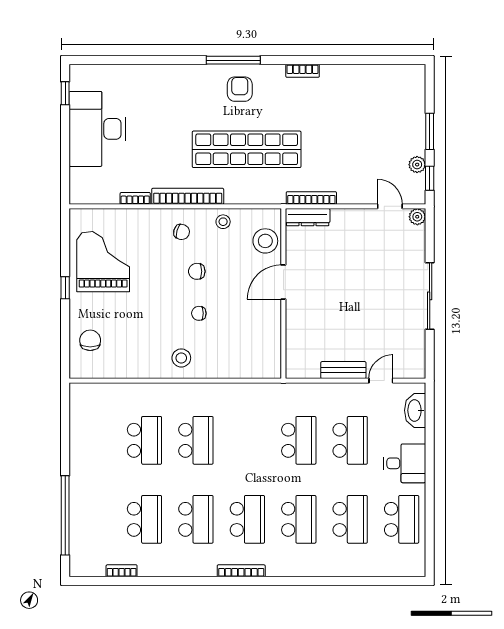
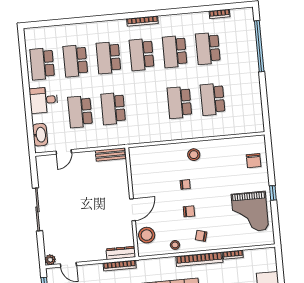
bench: (343, 370) -> (110, 155), moved

